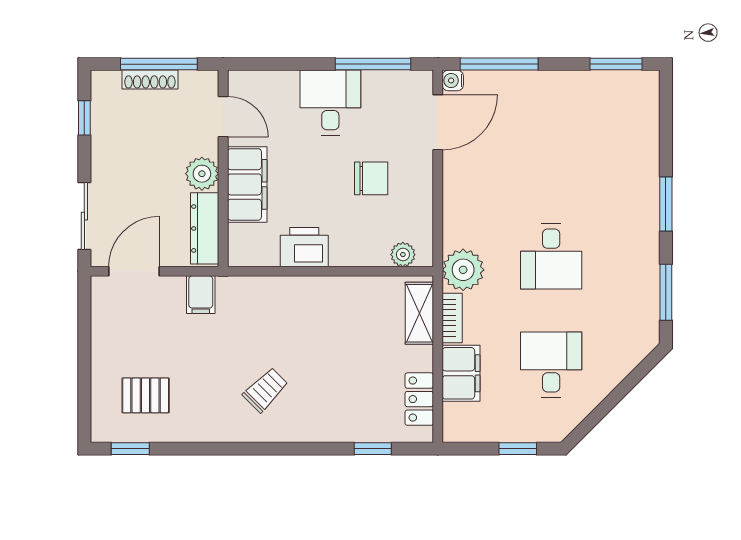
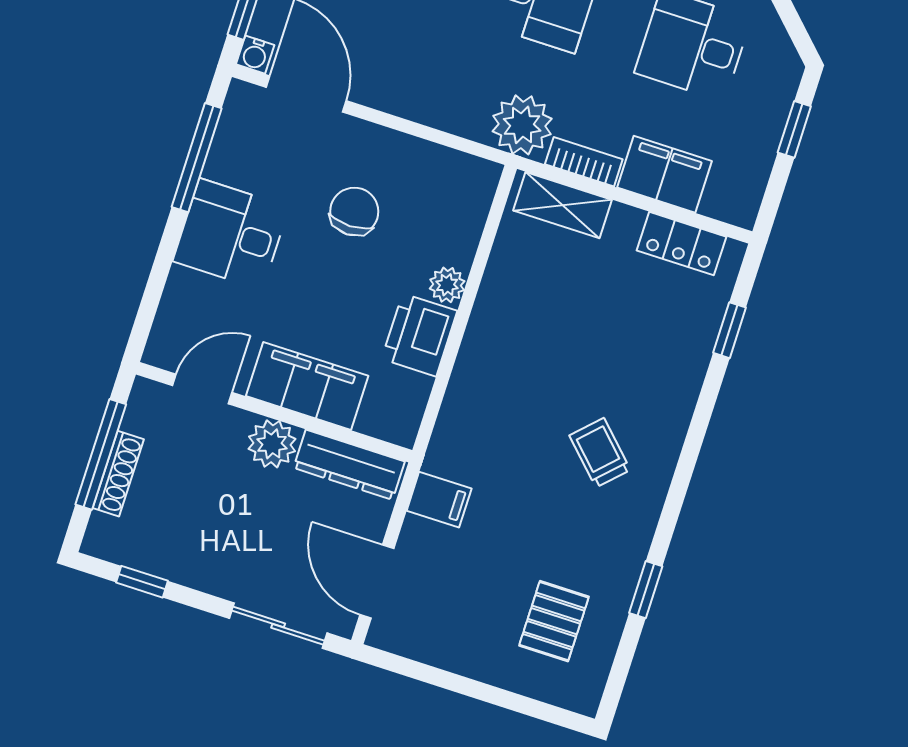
plant: (403, 255) -> (447, 285), moved
window: (130, 449) -> (646, 590), moved

